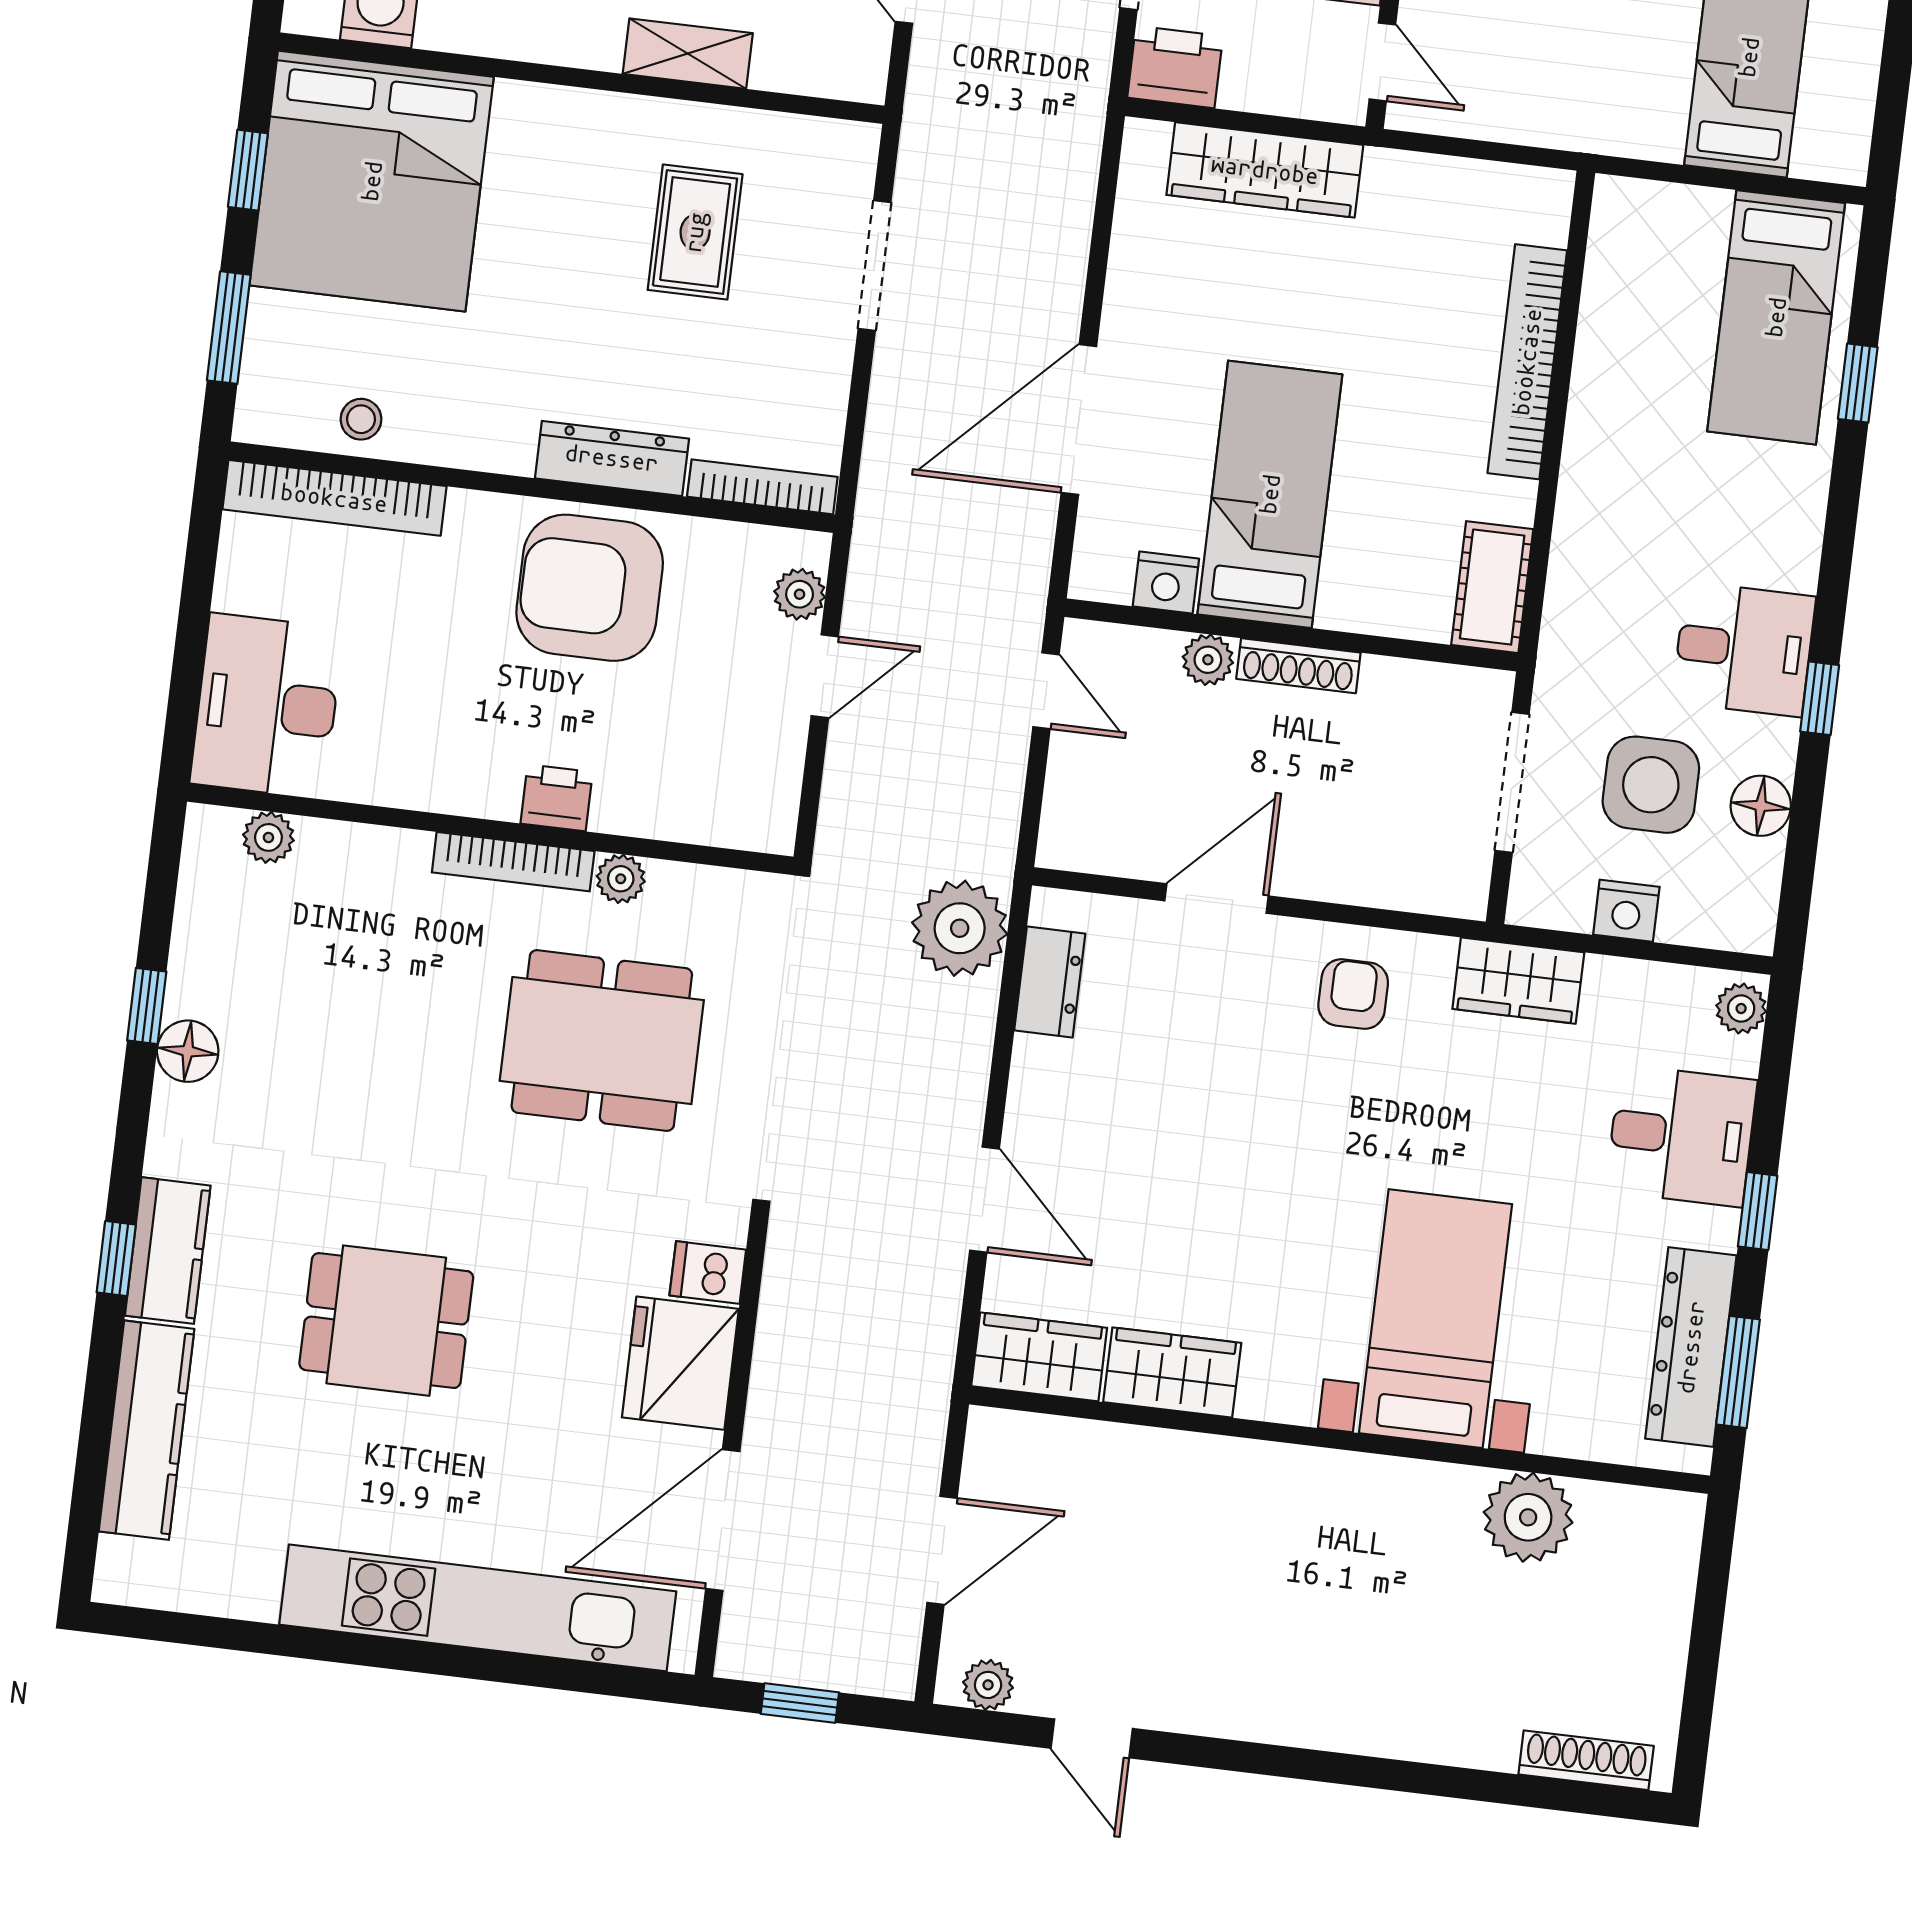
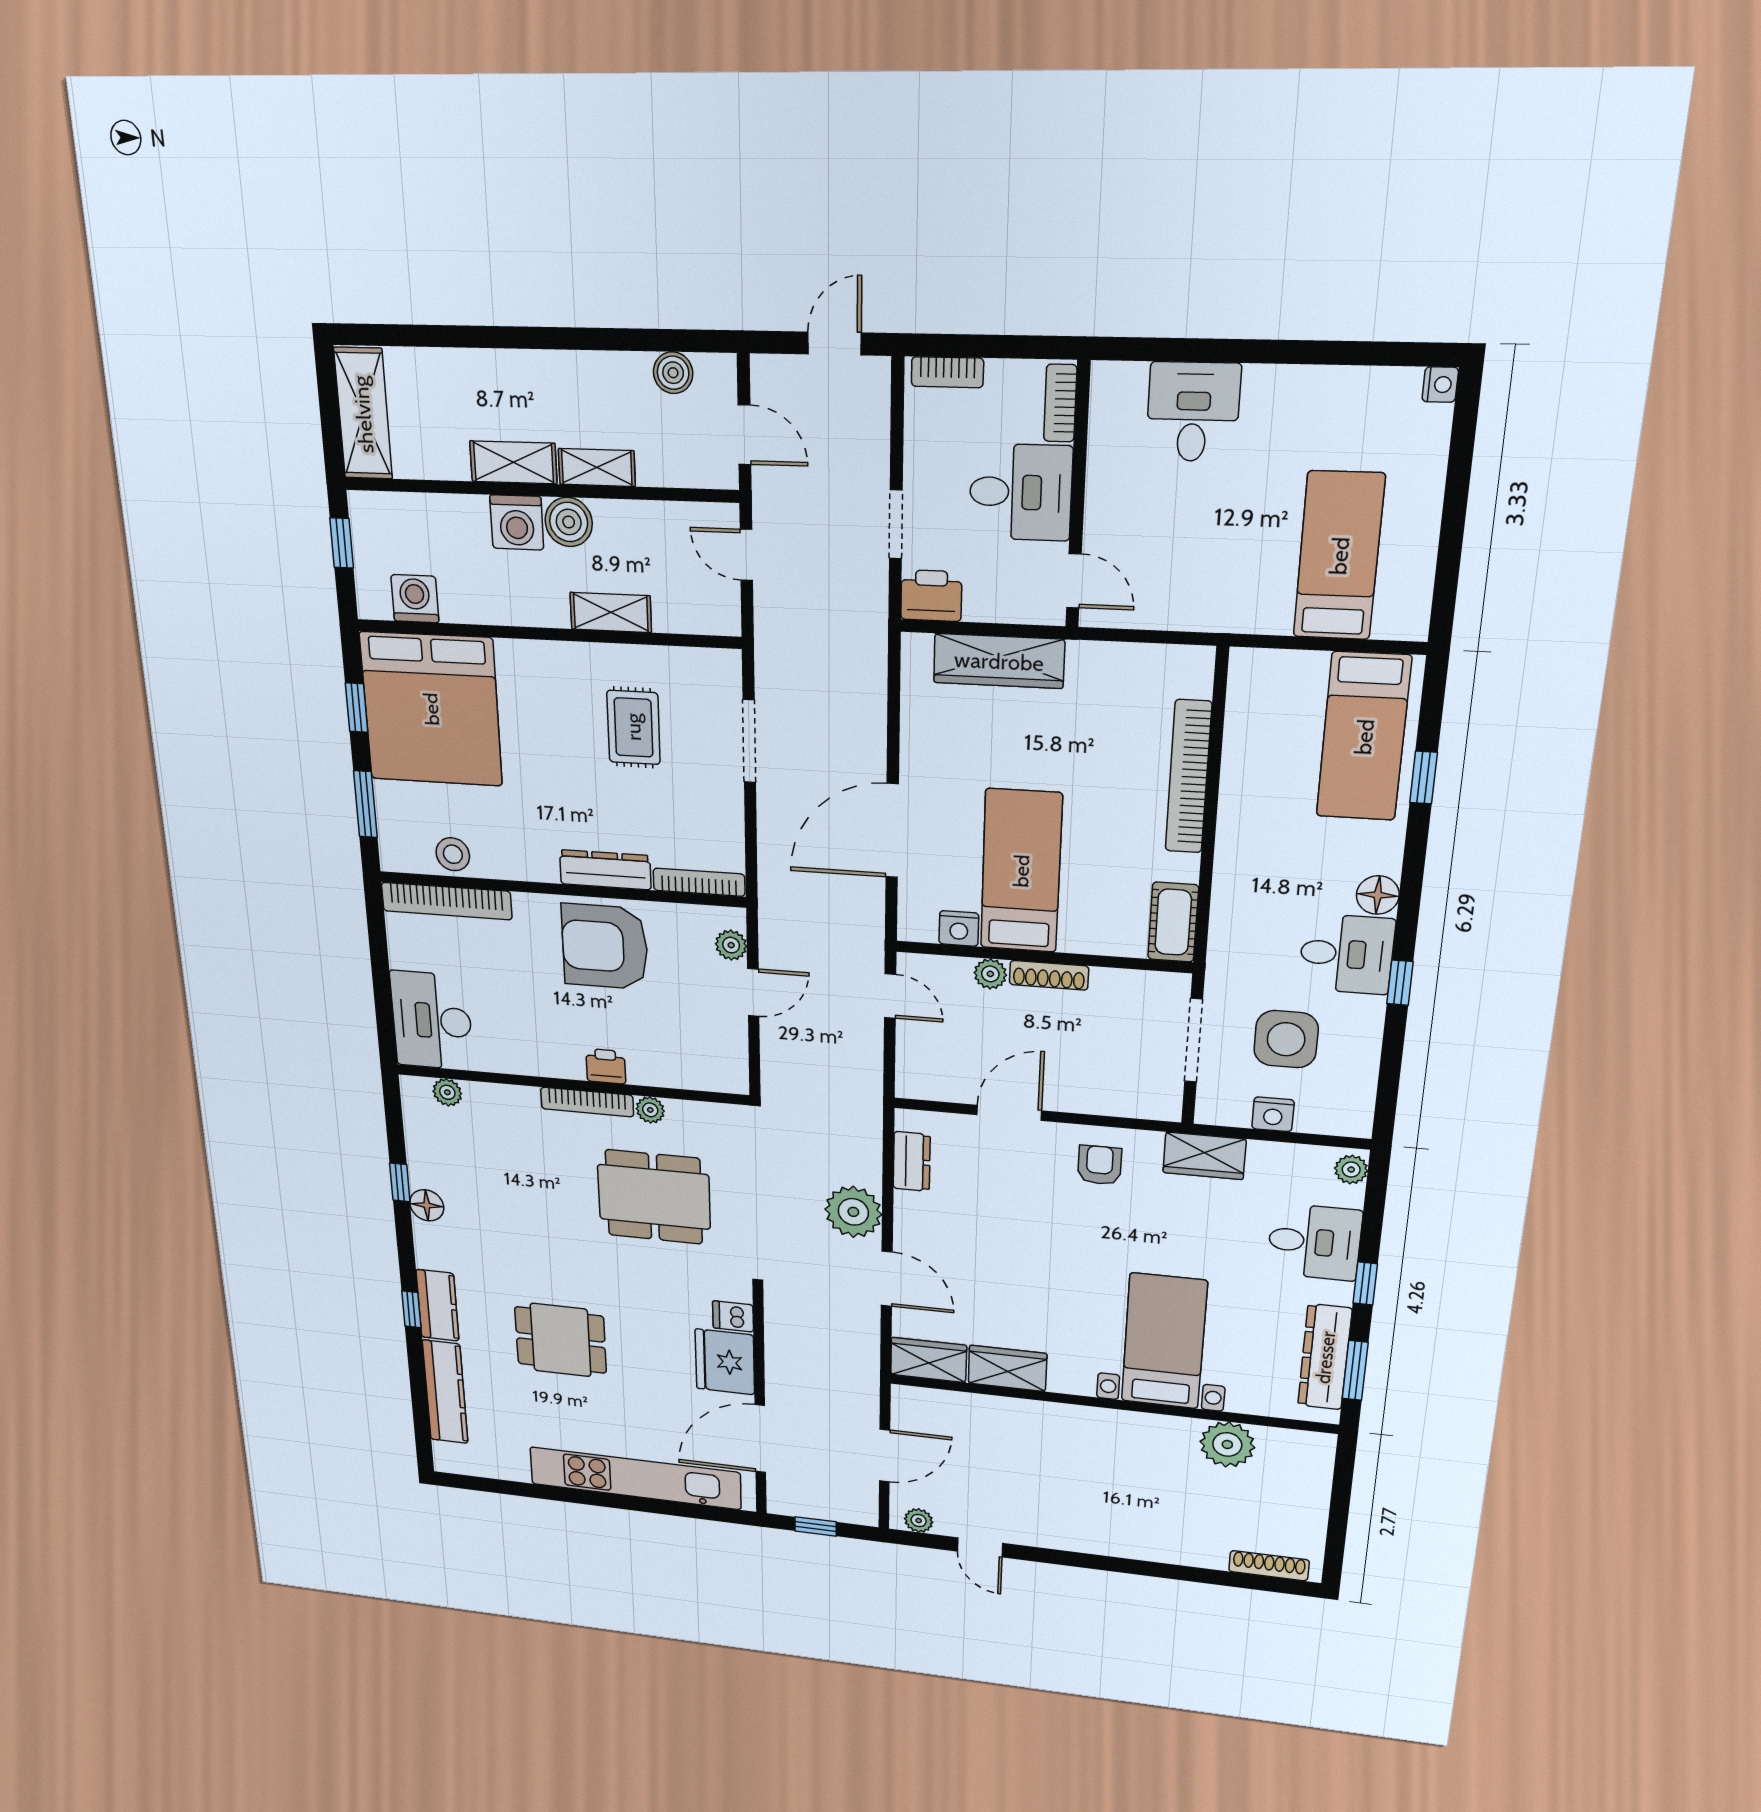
stool: (361, 419) -> (453, 854), width x1.37, depth x1.37
floor lamp: (1761, 806) -> (1378, 895), moved
plant: (960, 928) -> (853, 1212), moved

